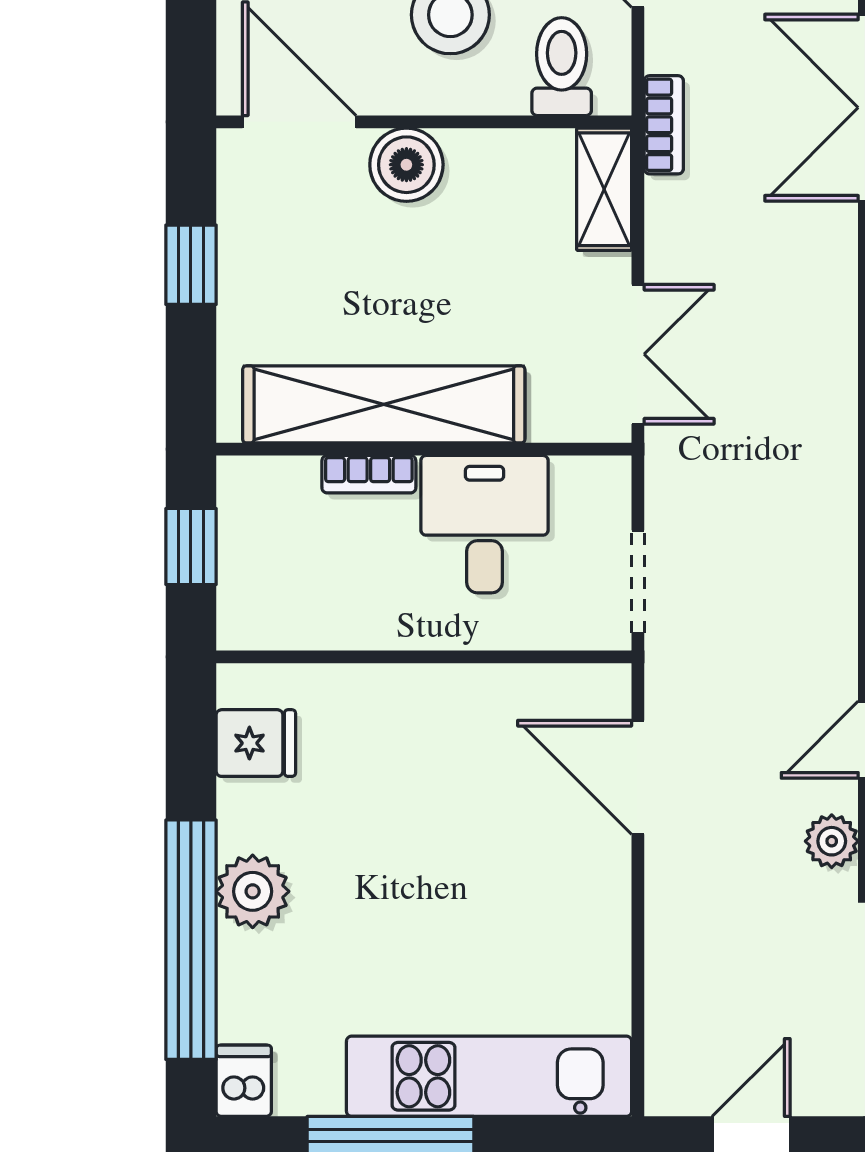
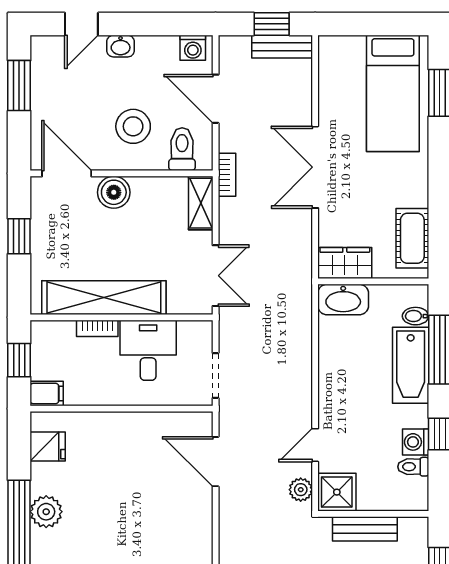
filing cabinet: (254, 622) -> (47, 394), added

